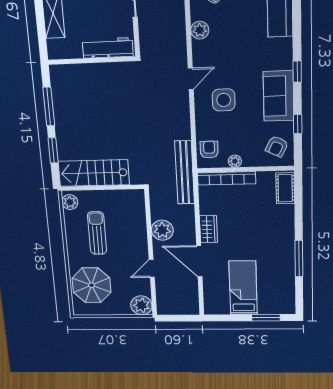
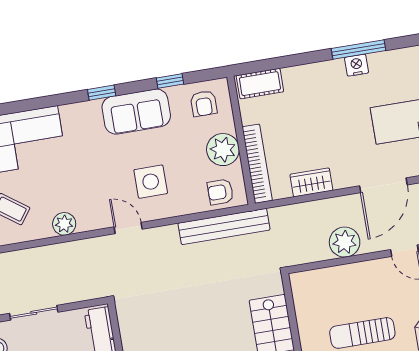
armchair: (277, 146) -> (204, 103), turned 64
plant: (235, 161) -> (223, 150), width x1.88, depth x1.88
bench: (185, 172) -> (224, 227), moved
wardrobe: (208, 229) -> (311, 182), moved
nightstand: (288, 256) -> (357, 65), added

